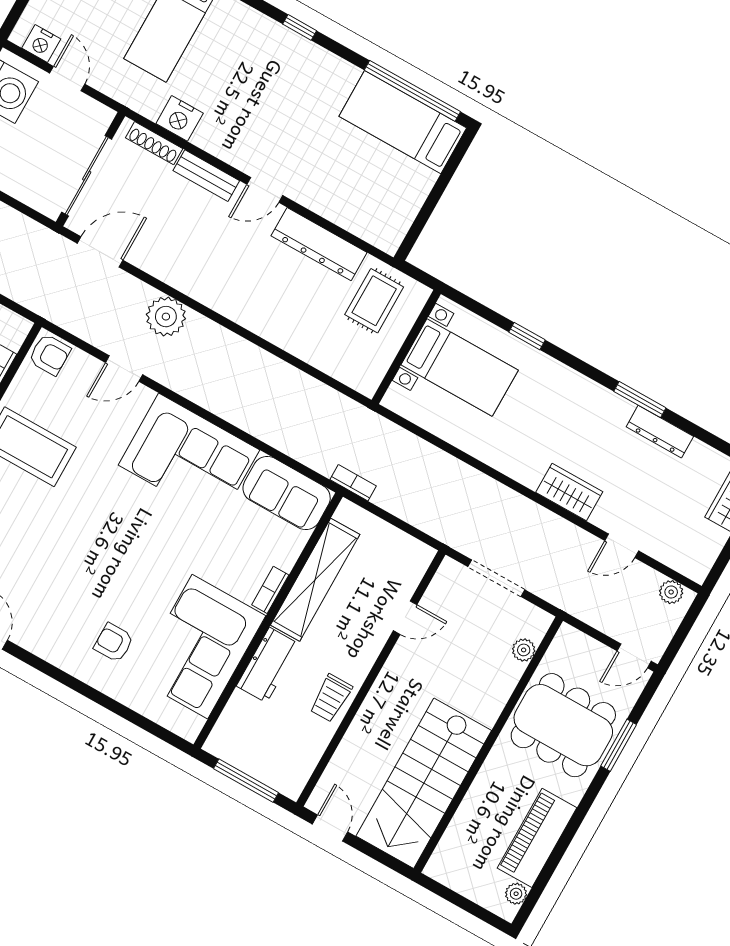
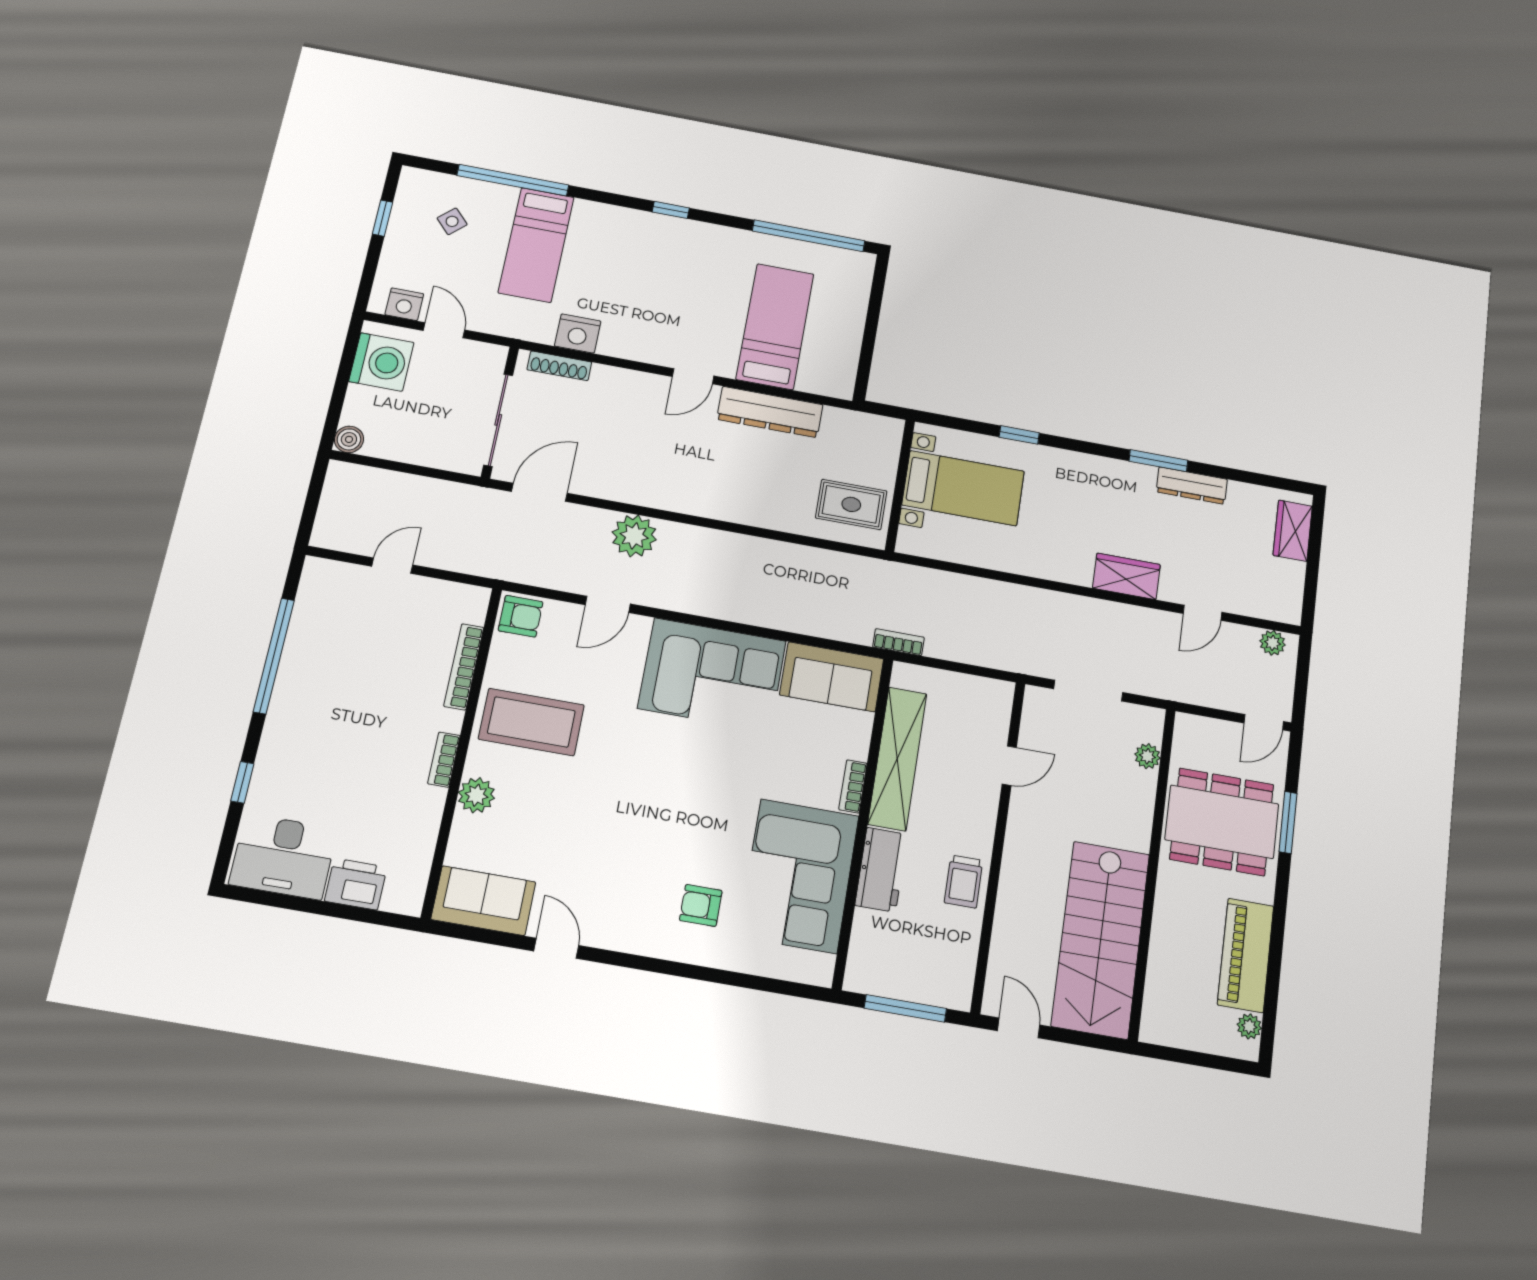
bed: (403, 122) -> (775, 326), moved, turned 90
bench: (206, 176) -> (626, 381), removed
rug: (374, 301) -> (851, 504), moved, turned 90

